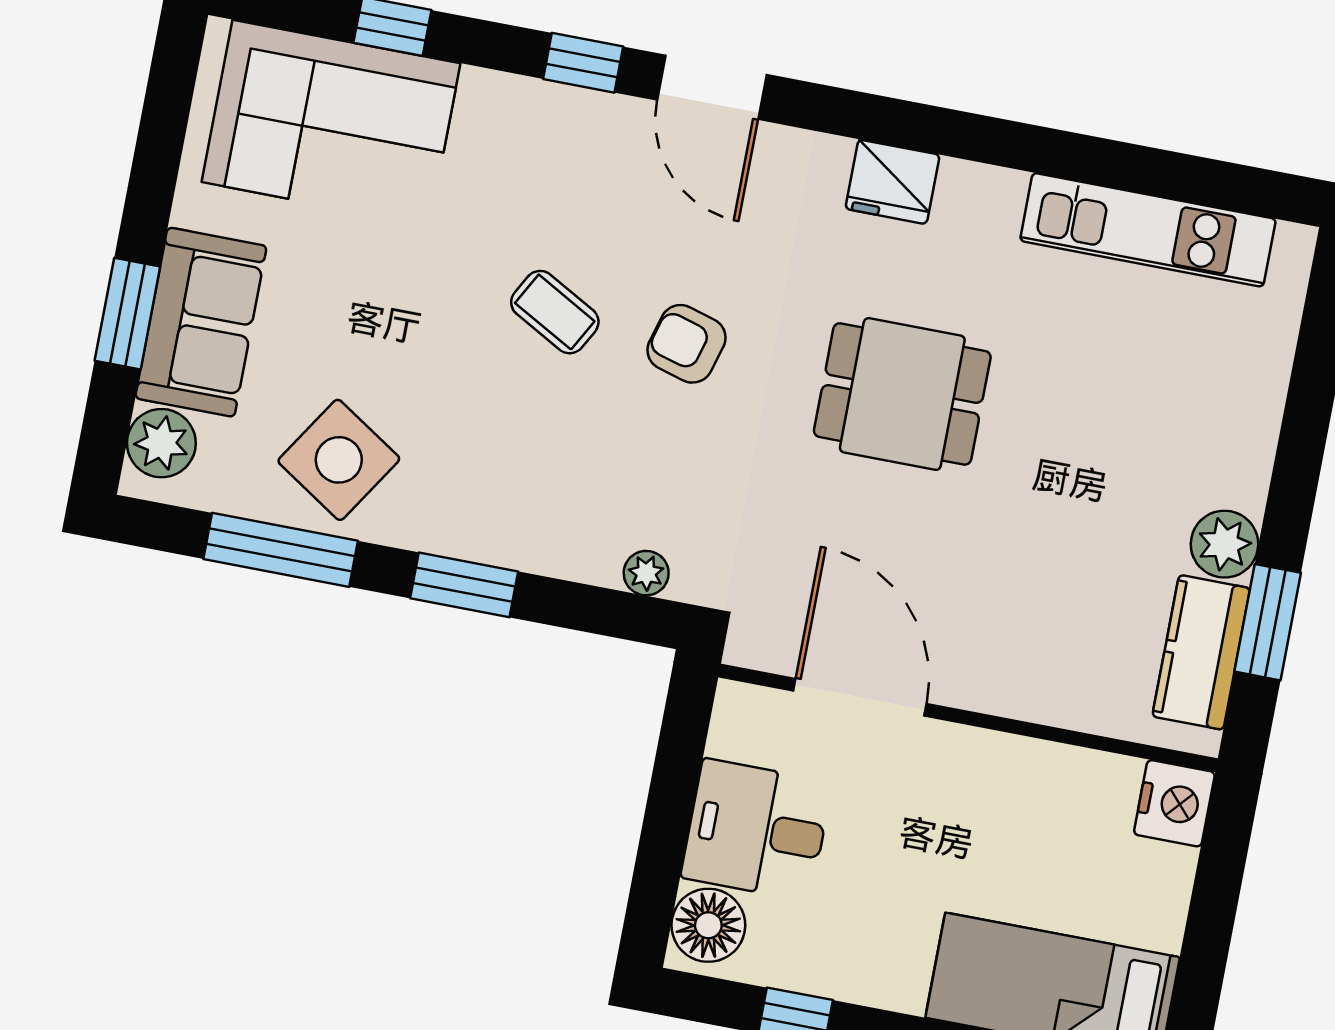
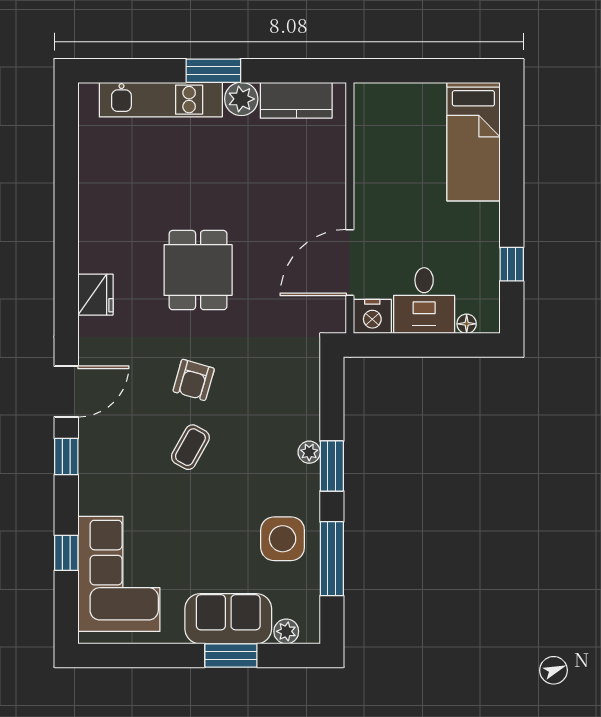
kitchen unit: (1148, 230) -> (161, 100), moved, turned 90
plant: (161, 443) -> (286, 631), width x0.73, depth x0.73
side table: (339, 460) -> (283, 539), turned -33
plant: (646, 573) -> (309, 452), moved
window: (1268, 622) -> (213, 71), moved
nightstand: (1174, 803) -> (372, 316), moved, turned 180
floor lamp: (708, 925) -> (467, 324), width x0.53, depth x0.53

